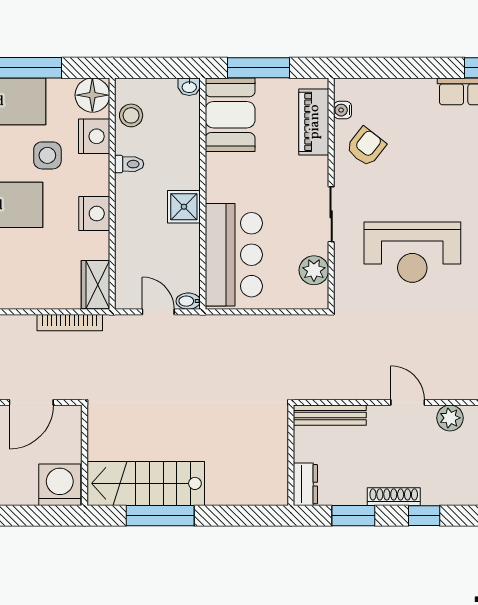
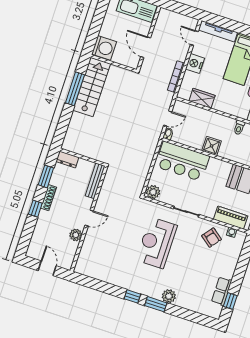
nightstand: (94, 214) -> (195, 64), moved, turned 90
plant: (314, 270) -> (153, 192), moved
wardrobe: (96, 285) -> (202, 98), moved

